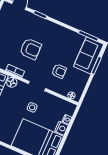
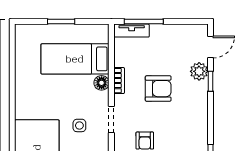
plant: (31, 19) -> (199, 71), added
armchair: (31, 49) -> (158, 89), turned -90

